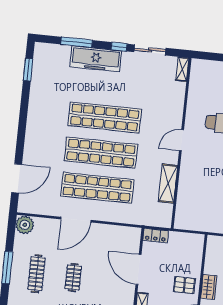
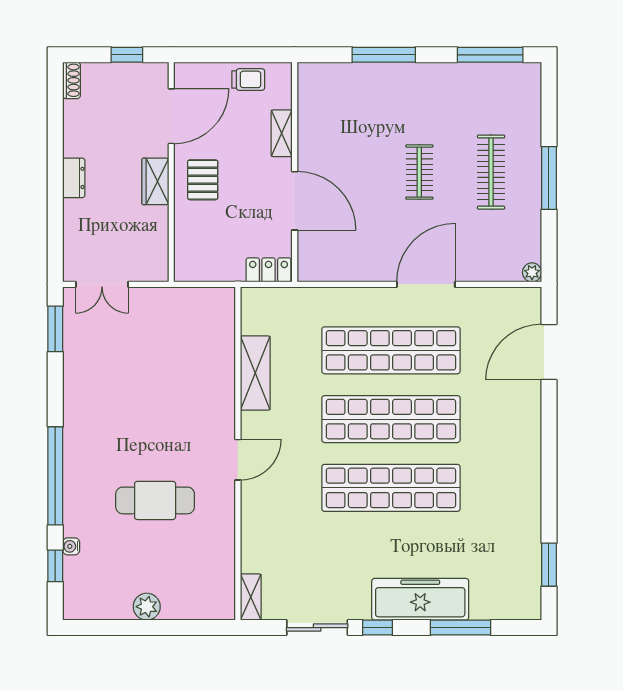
plant: (25, 225) -> (532, 272), width x0.53, depth x0.53
pallet: (184, 285) -> (203, 180), turned 90

